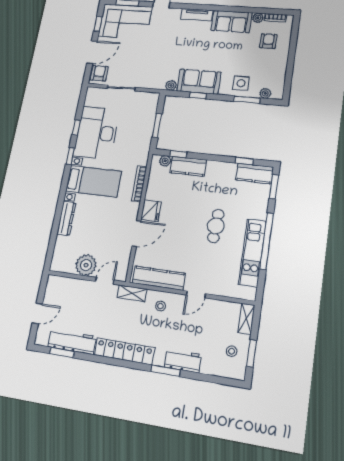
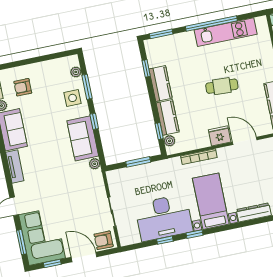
window: (198, 95) -> (94, 121), moved
kitchen counter: (254, 173) -> (161, 84), moved
cafe table: (216, 226) -> (222, 86), moved

